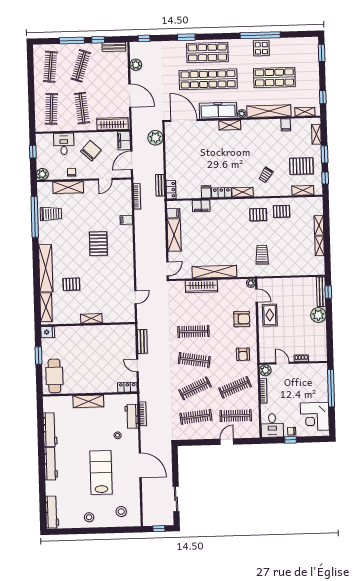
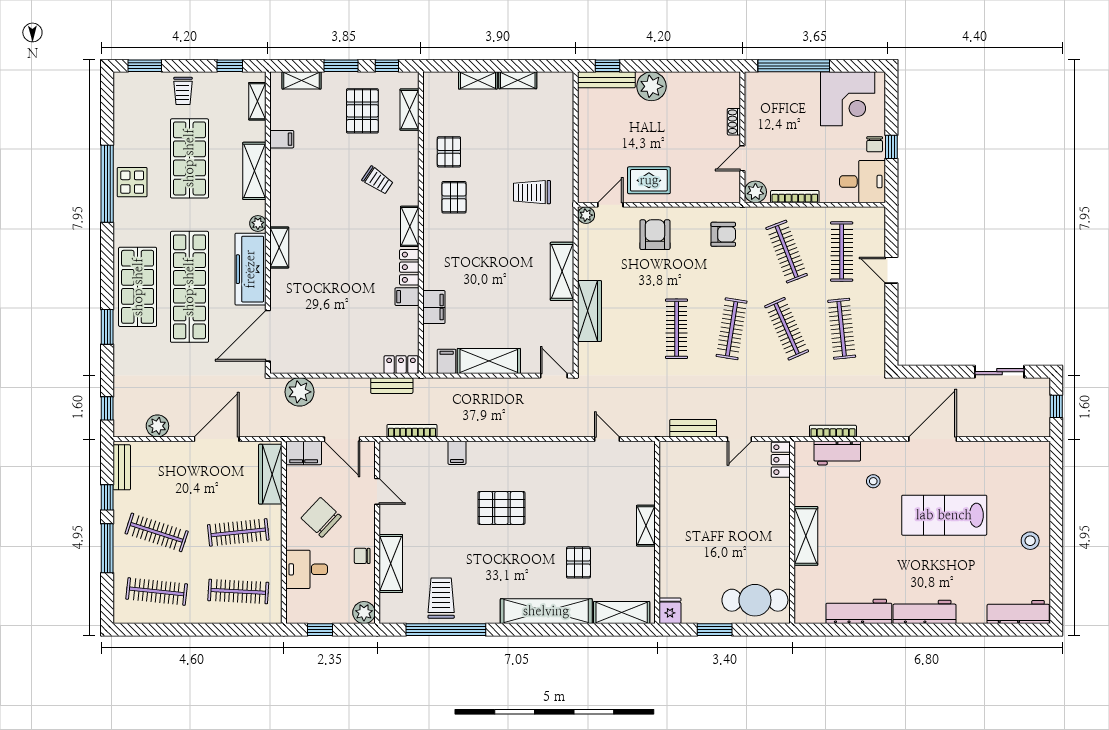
trolley: (309, 73) -> (183, 91), added
shelving: (269, 111) -> (254, 171), width x0.68
shelving: (214, 272) -> (562, 271), width x0.68
stool: (121, 512) -> (1021, 478), removed

